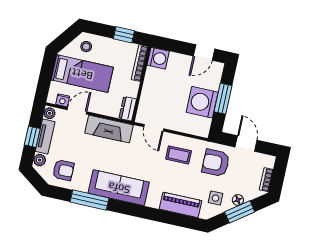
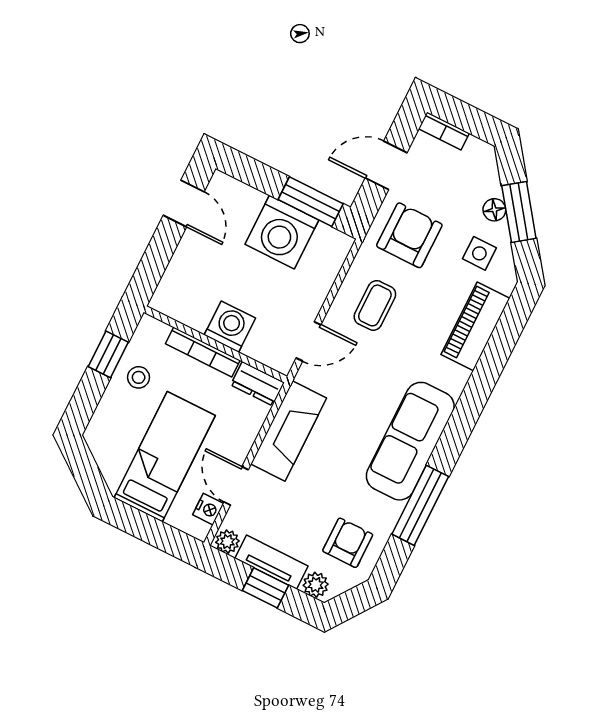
stool: (86, 47) -> (139, 377), moved
washing machine: (158, 58) -> (230, 327), moved
bookcase: (140, 63) -> (203, 352), moved
window: (223, 99) -> (311, 202), moved
armchair: (216, 163) -> (409, 235), turned 180
bookcase: (266, 180) -> (444, 131), moved

